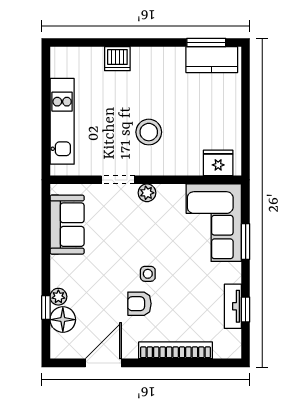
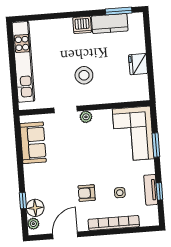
dishwasher: (117, 59) -> (82, 25), moved
kitchen counter: (212, 60) -> (110, 23), moved
kitchen unit: (62, 121) -> (23, 62), width x1.36
fridge: (218, 163) -> (138, 64), moved, turned -90
side table: (148, 274) -> (120, 193), moved
plant: (58, 297) -> (33, 224), moved

